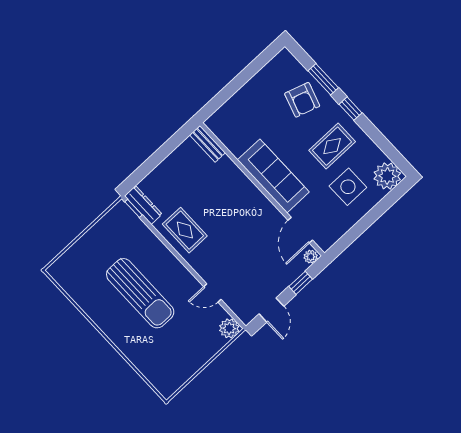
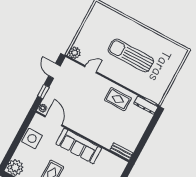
side table: (348, 187) -> (32, 139), moved

